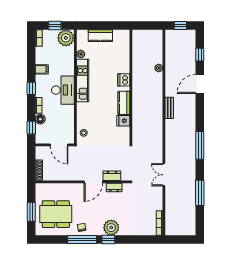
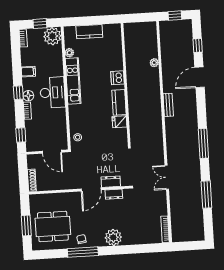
floor lamp: (40, 119) -> (28, 96), moved
window: (108, 239) -> (111, 250), removed

